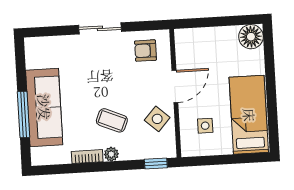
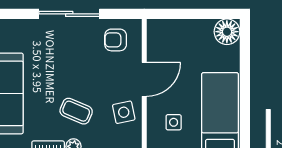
sliding door: (100, 28) -> (69, 14), width x1.37
side table: (157, 119) -> (124, 112), turned 36

